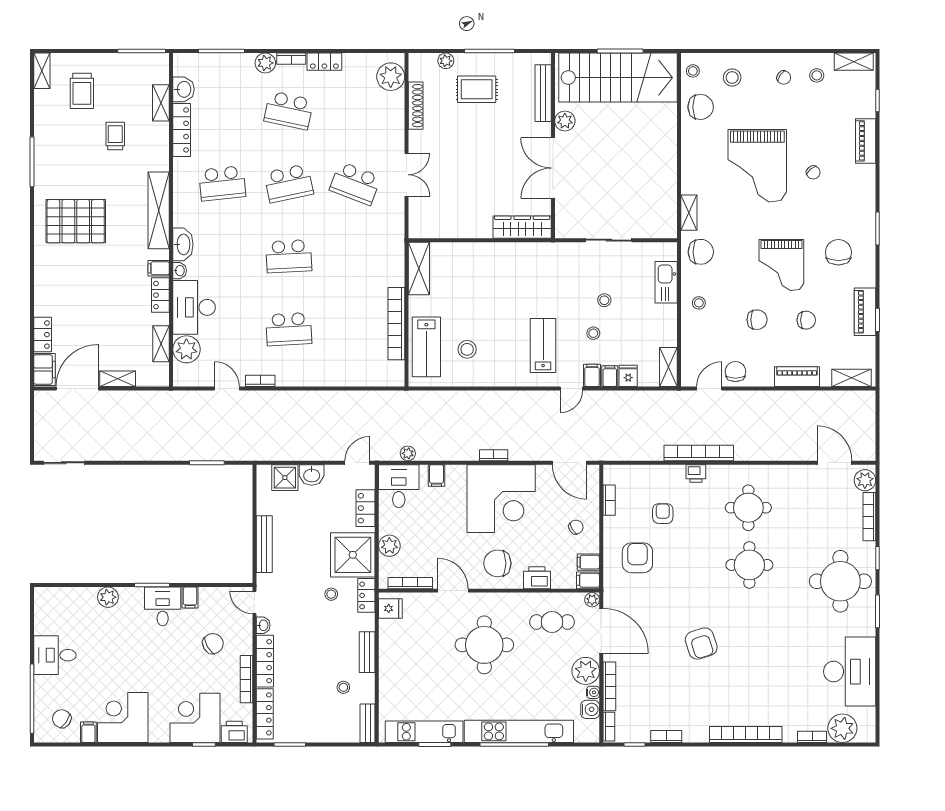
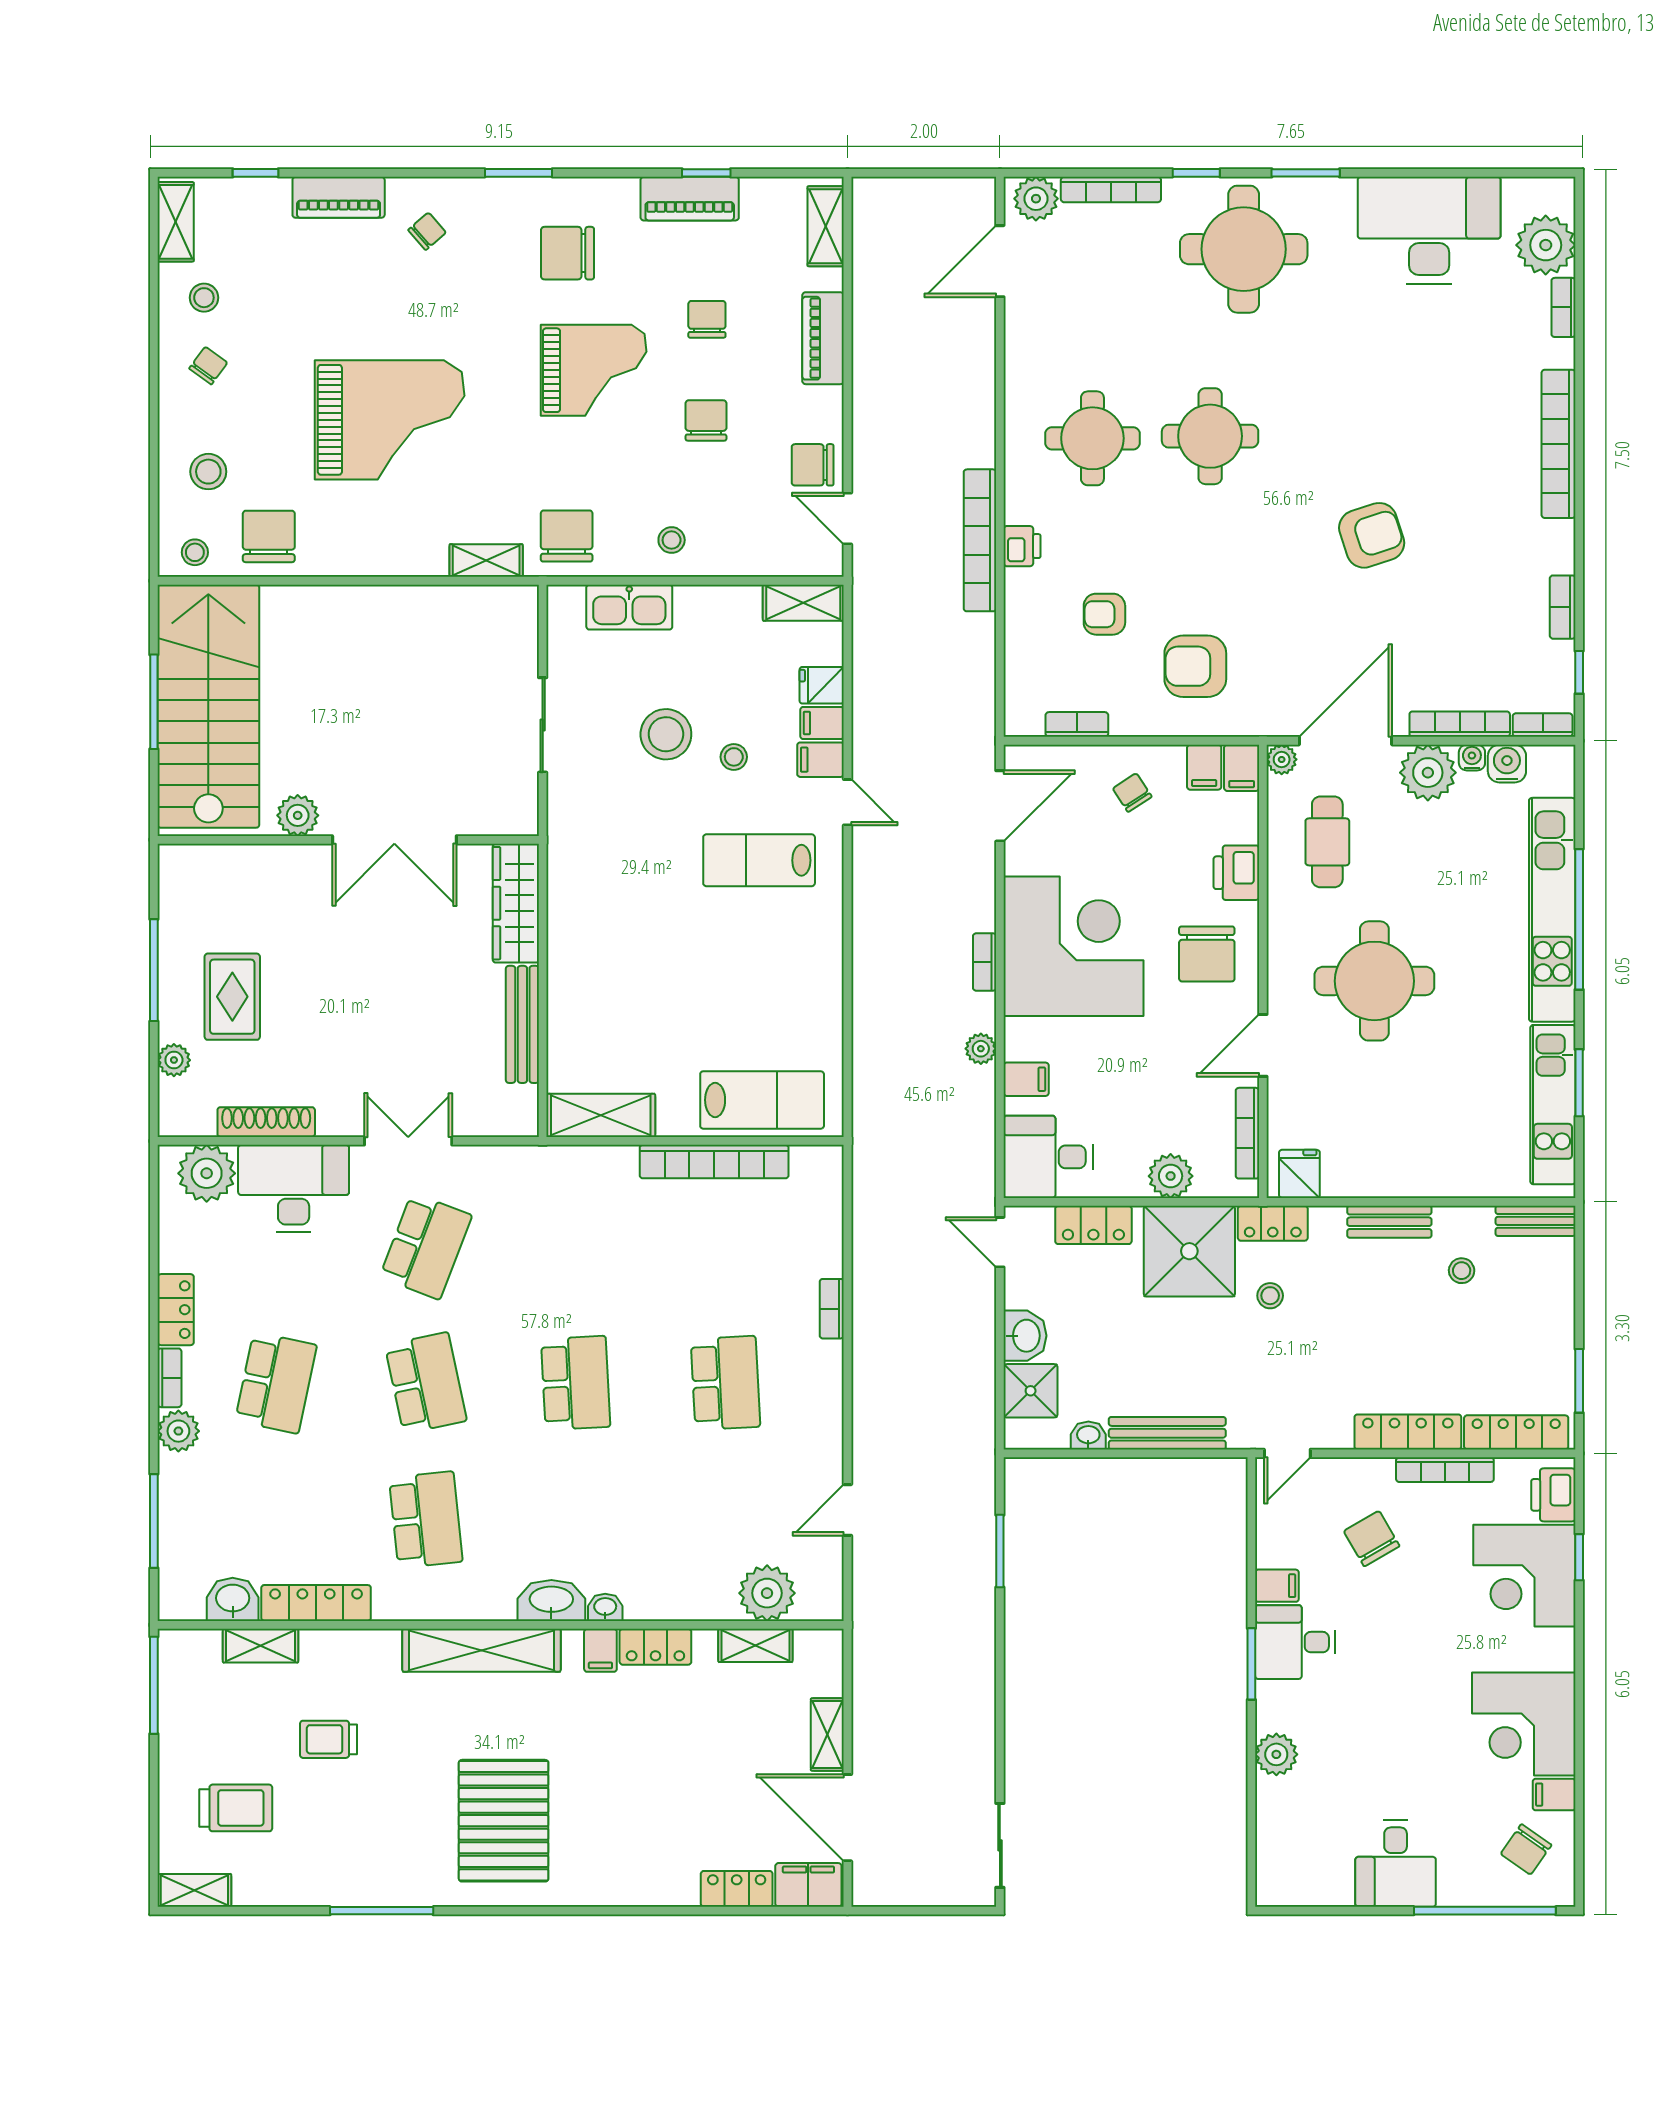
bench: (543, 93) -> (522, 1024), moved, turned 90
chair: (813, 172) -> (427, 231), moved
stool: (604, 300) -> (666, 734), width x1.89, depth x1.89
desk: (194, 307) -> (294, 1188), moved, turned 180
stool: (467, 349) -> (767, 1016), removed
bookcase: (260, 381) -> (832, 1309), moved
plant: (408, 453) -> (981, 1049), moved
washbasin: (263, 625) -> (1088, 1435), moved

